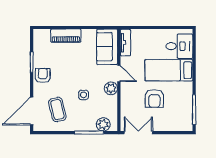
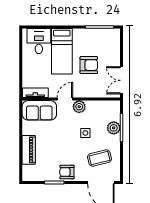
plant: (103, 124) -> (114, 128), moved

